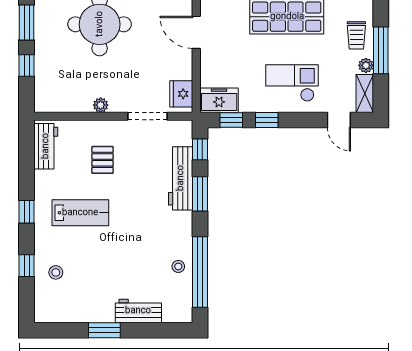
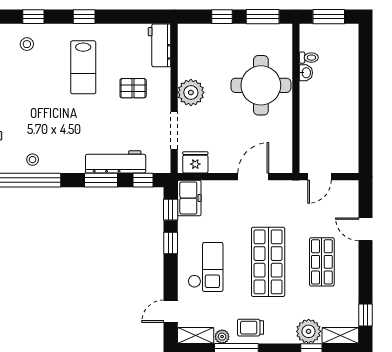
plant: (101, 105) -> (191, 92), width x1.88, depth x1.88
workbench: (46, 146) -> (160, 45), moved, turned 90

